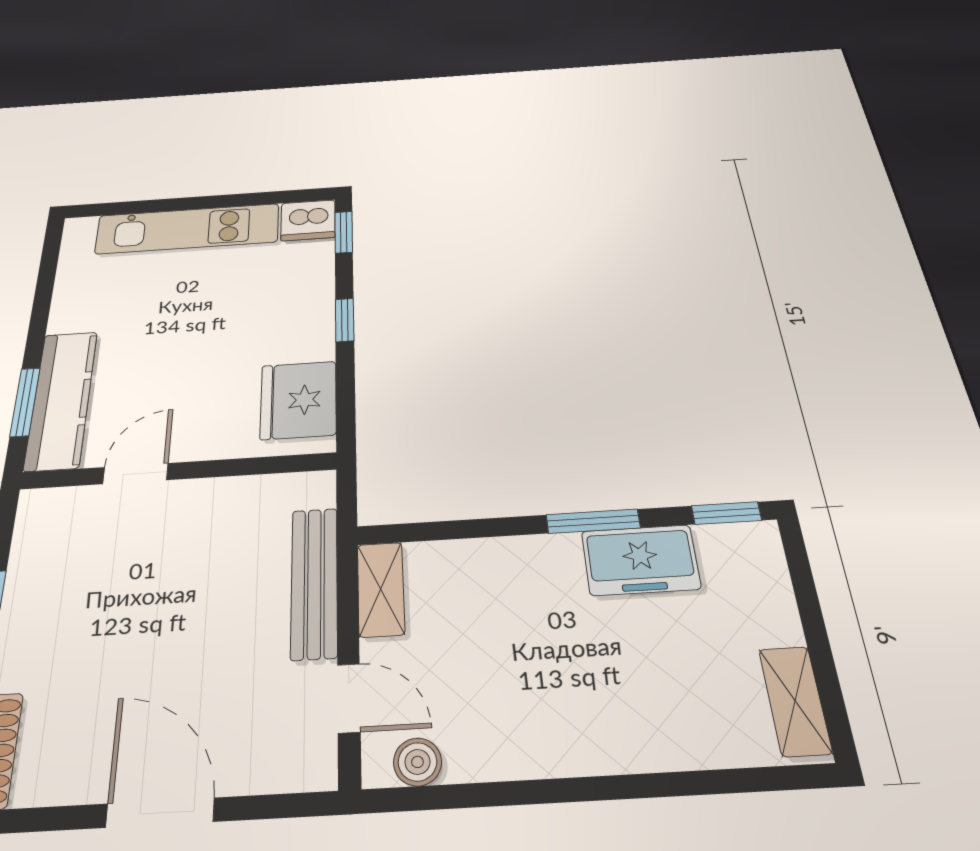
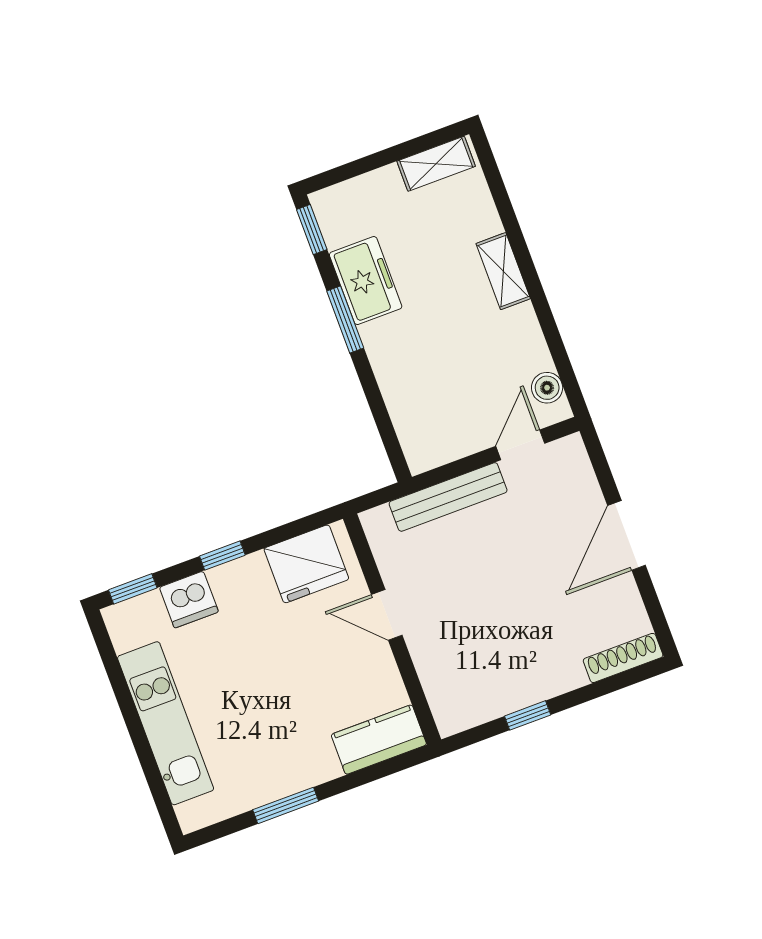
dishwasher: (308, 220) -> (189, 600), moved, turned 90
kitchen counter: (61, 400) -> (379, 740), width x0.67
window: (25, 402) -> (286, 805), moved
door: (136, 474) -> (387, 615), moved
shelving: (381, 589) -> (503, 271), moved, turned 90

